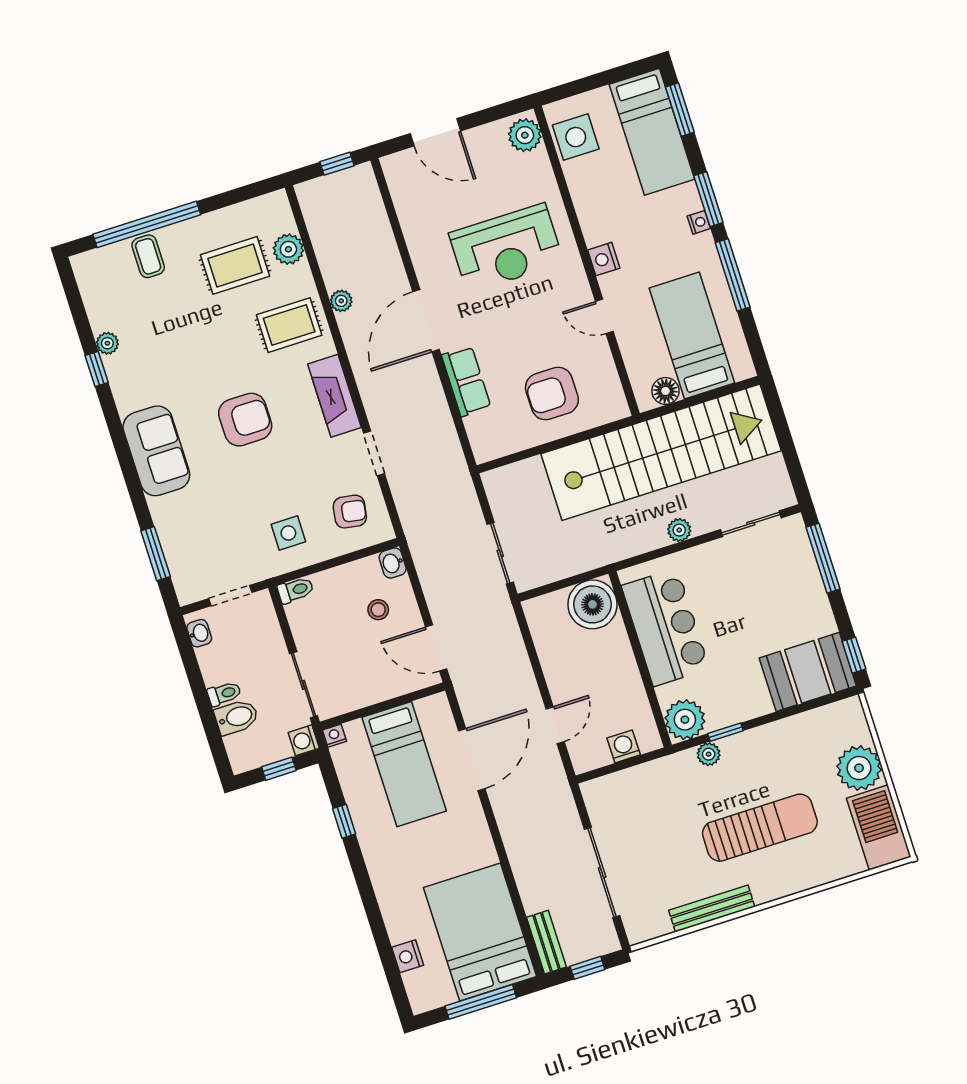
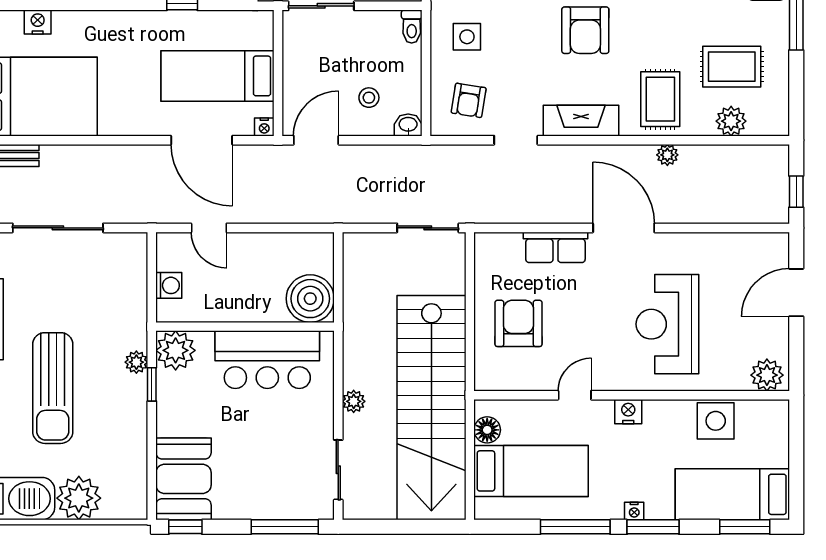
side table: (576, 137) -> (716, 421), moved
rug: (235, 265) -> (732, 67), turned 90
sliding door: (500, 553) -> (428, 228), moved
nightstand: (334, 736) -> (264, 127), moved, turned 90

